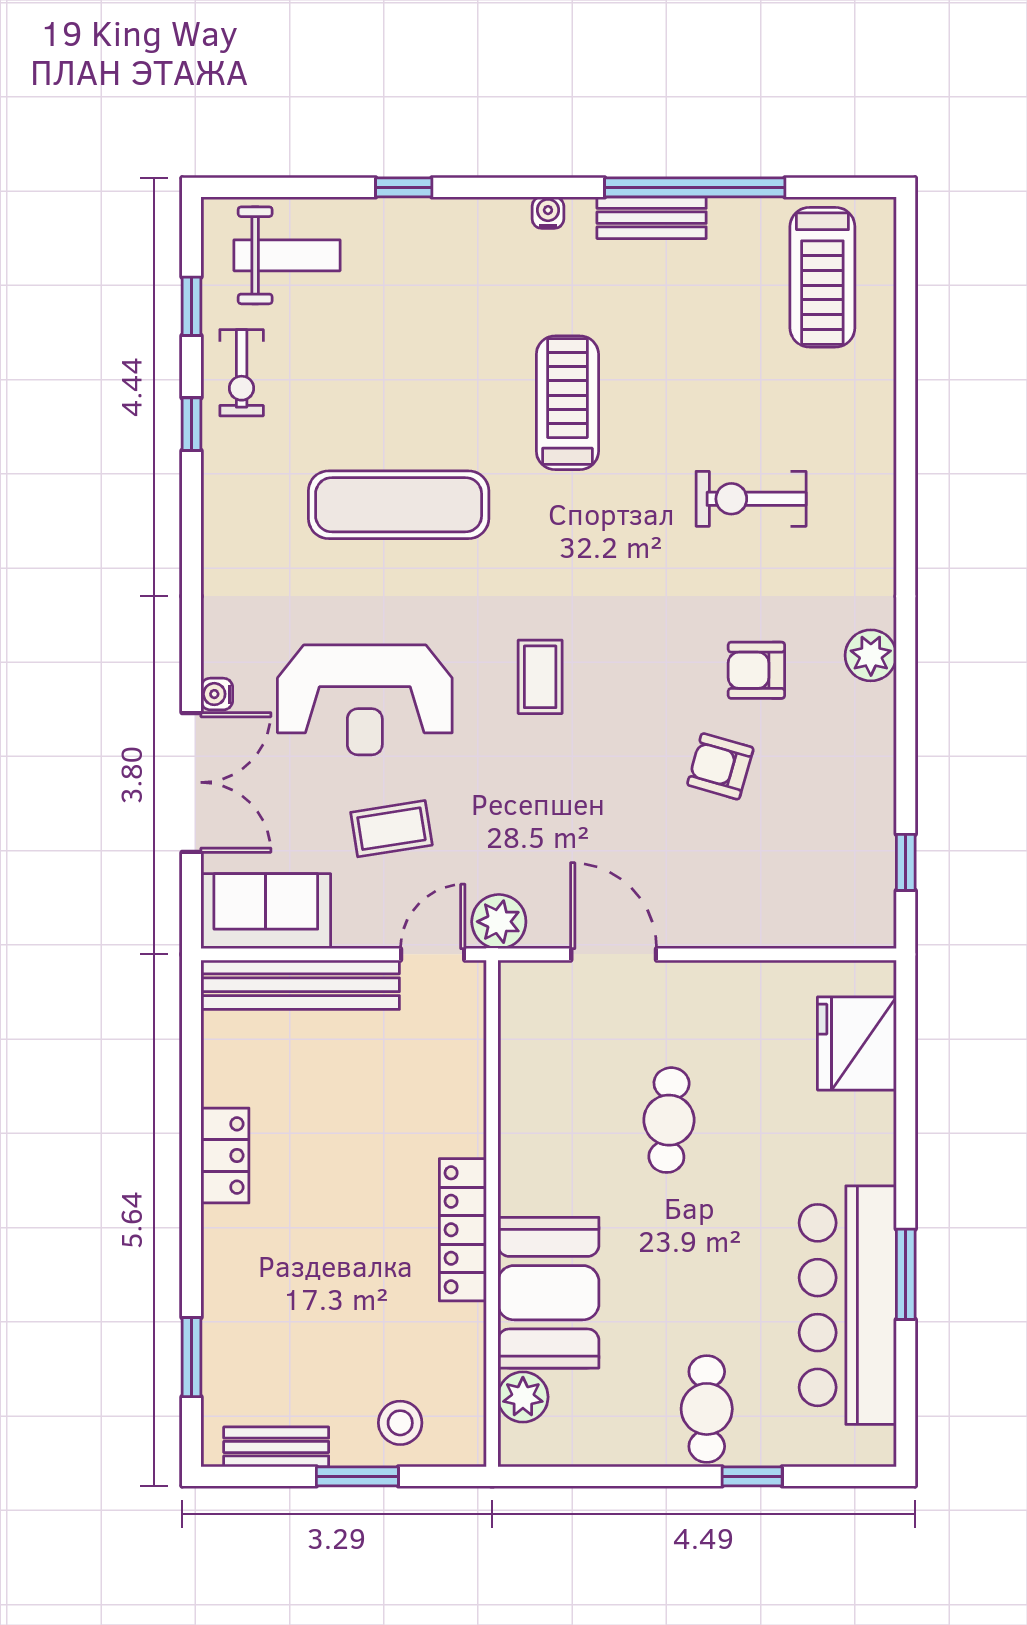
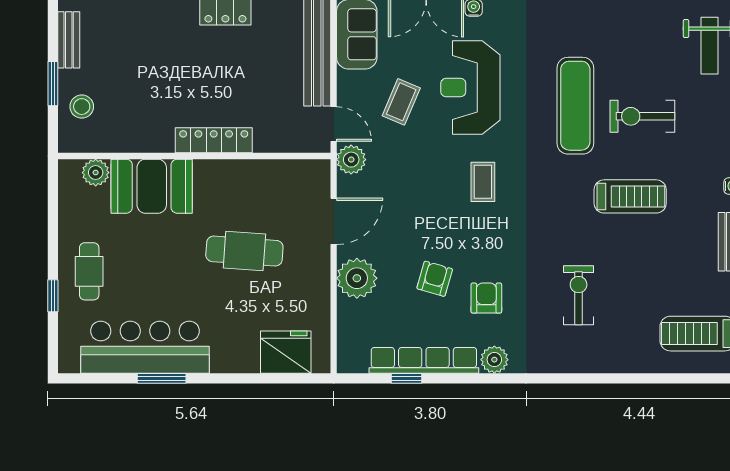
exercise bike: (242, 373) -> (642, 116), moved, width x1.38, depth x1.39
coffee table: (540, 677) -> (483, 182), turned 90
row of seats: (872, 786) -> (424, 360), added
coffee table: (391, 829) -> (401, 102), turned 32
window: (906, 862) -> (407, 378), moved
plant: (720, 911) -> (357, 278), added
cafe table: (669, 1120) -> (244, 251), width x1.37, depth x1.35
locker: (463, 1230) -> (214, 140), moved
cafe table: (707, 1409) -> (89, 271), turned 90

